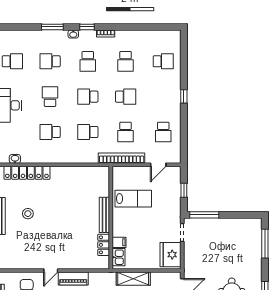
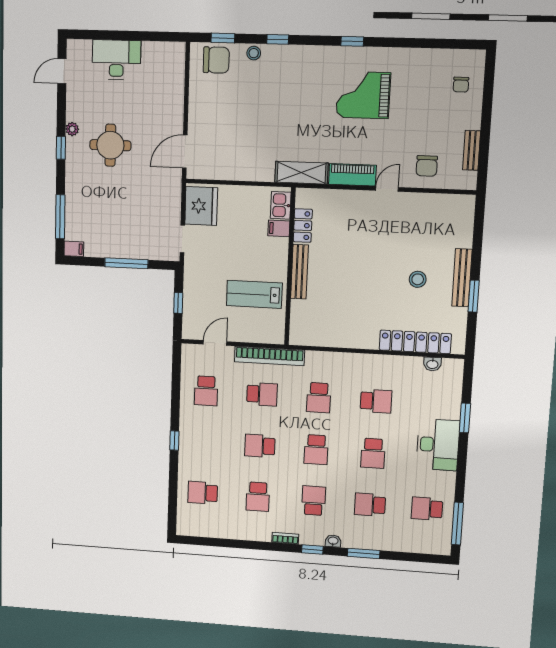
school desk: (50, 61) -> (370, 505), turned 180
school desk: (126, 61) -> (258, 497), turned 180
school desk: (88, 97) -> (316, 450), turned 90
school desk: (88, 132) -> (319, 398), turned 90
school desk: (126, 132) -> (262, 394), turned 90
school desk: (163, 132) -> (206, 391), turned 180
window: (204, 215) -> (126, 263), moved
filing cabinet: (255, 223) -> (74, 249), added
shelving: (133, 279) -> (301, 173), moved

